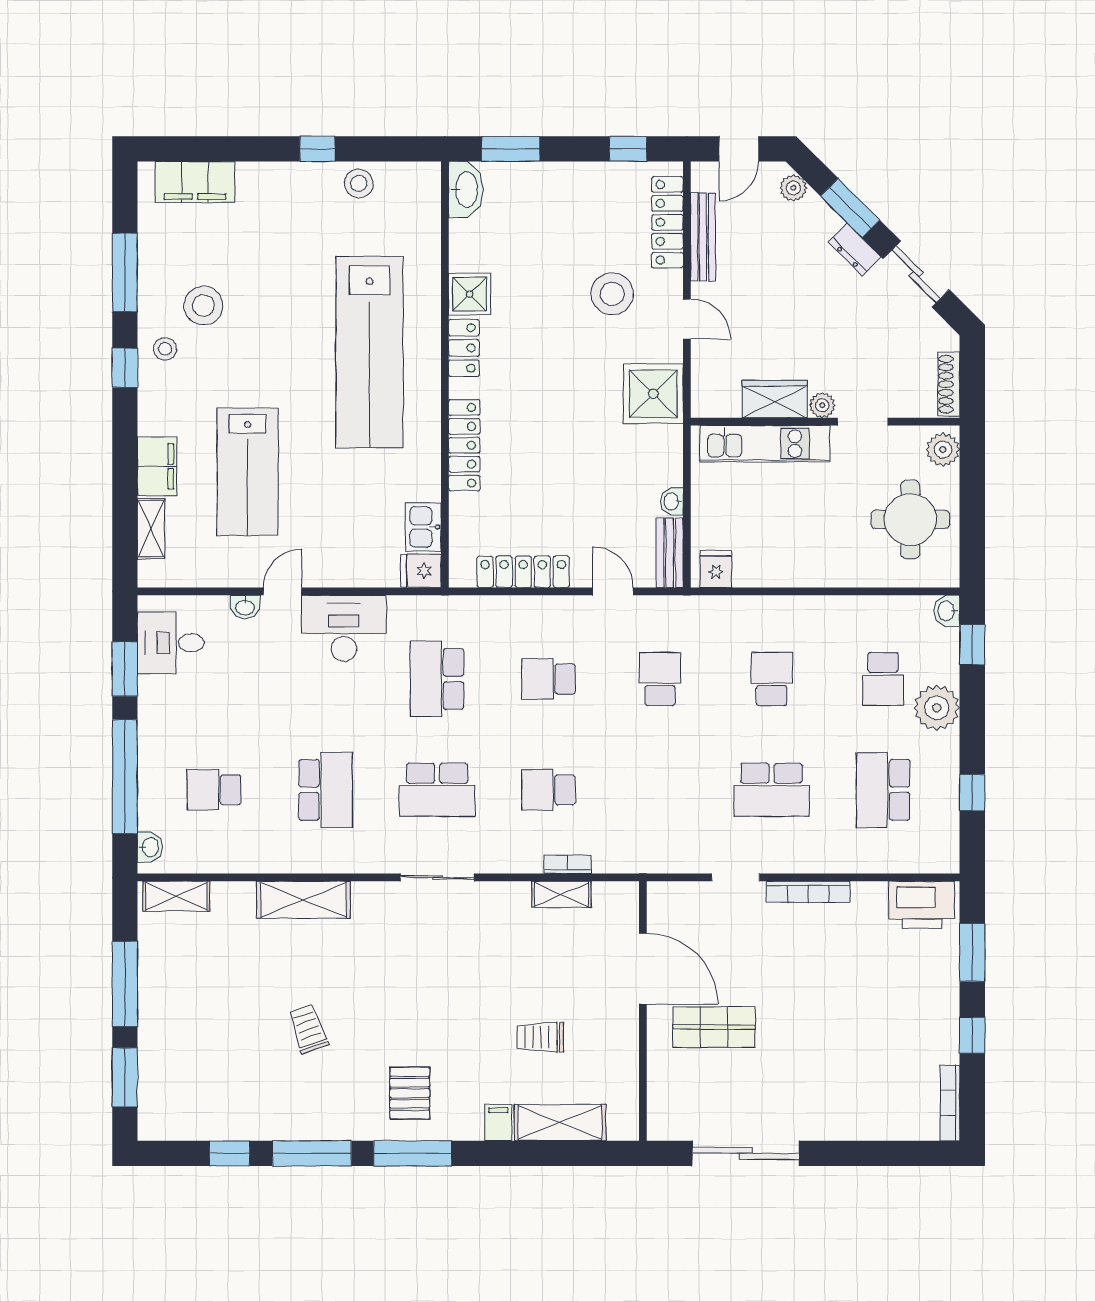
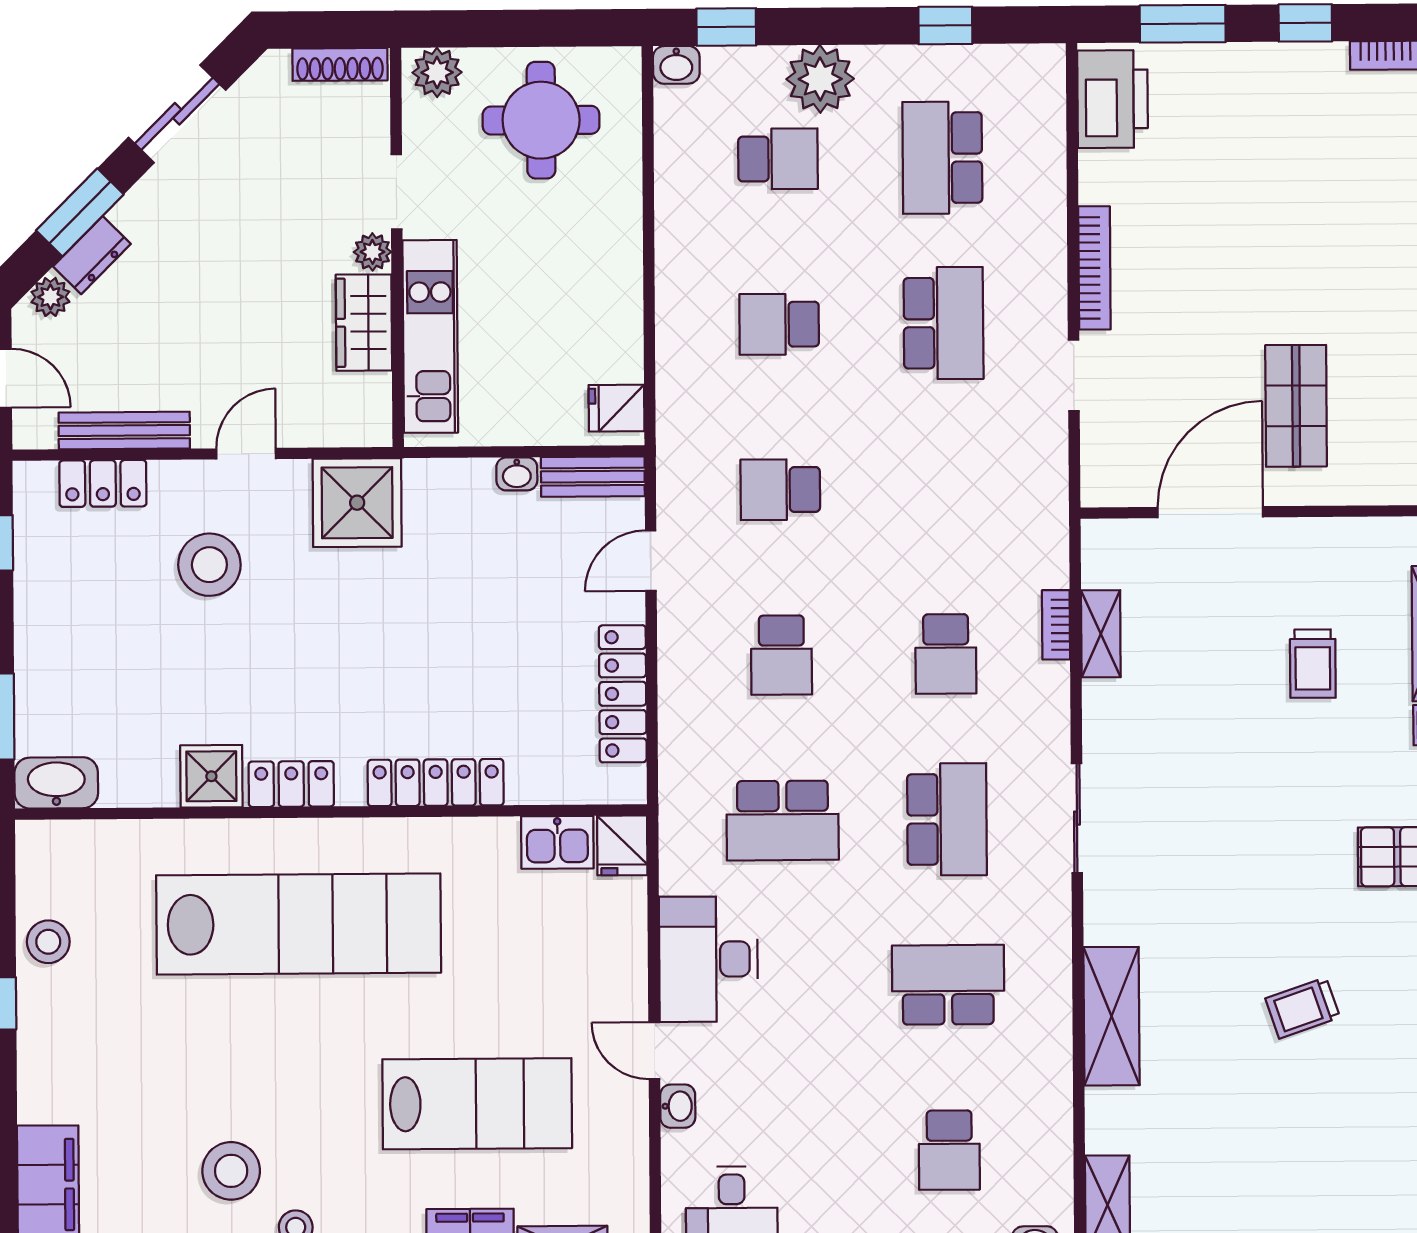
locker: (667, 222) -> (103, 483), width x0.66
dresser: (855, 249) -> (92, 255), moved
school desk: (883, 790) -> (942, 158), turned 90

